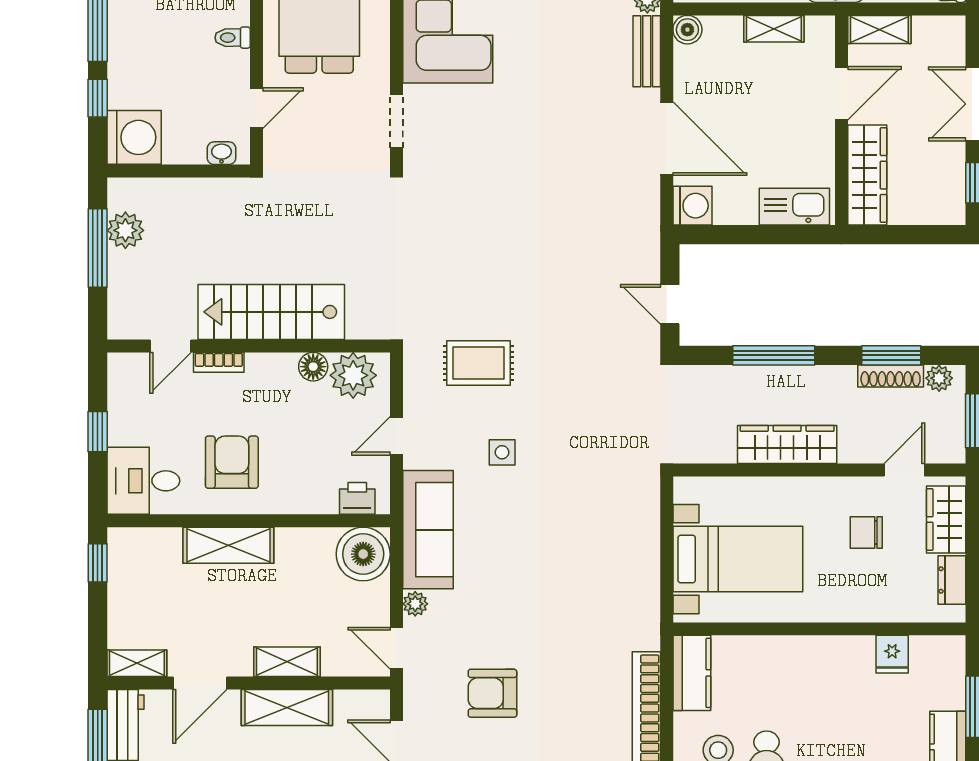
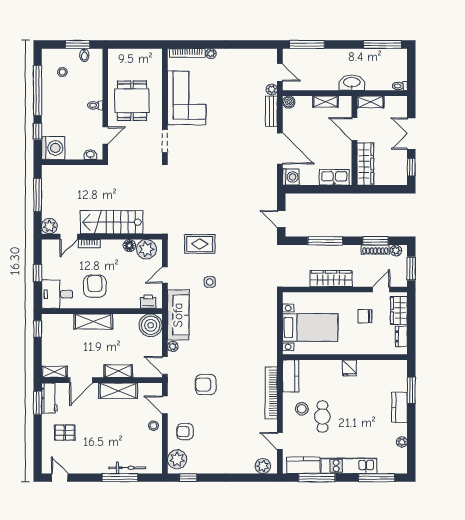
door: (842, 93) -> (354, 129), swing flipped
plant: (125, 230) -> (49, 226), moved
fridge: (892, 654) -> (349, 368), moved

